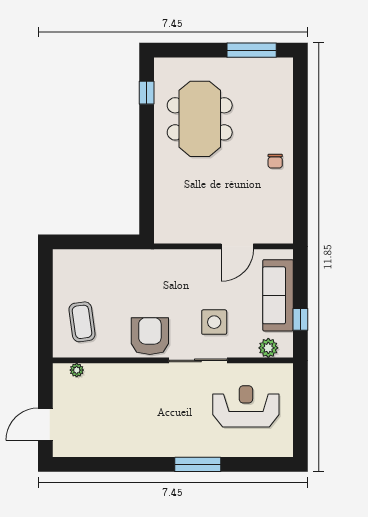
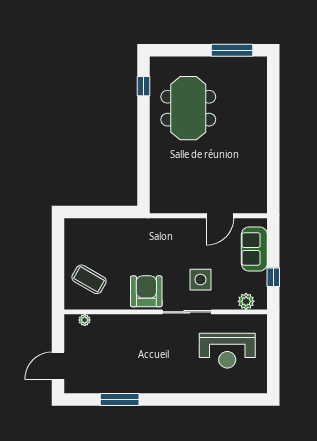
chair: (275, 161) -> (252, 144), removed
sofa: (278, 295) -> (254, 249), width x0.73
coffee table: (82, 322) -> (89, 279), turned -52
reception desk: (246, 406) -> (227, 351), turned 180
window: (198, 464) -> (120, 400), moved

